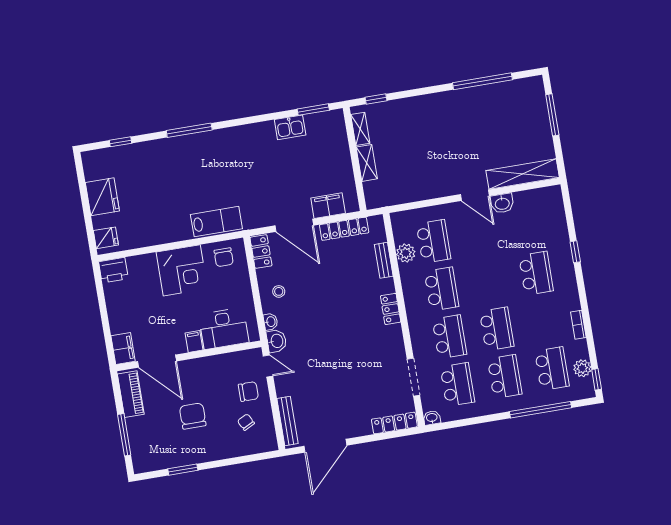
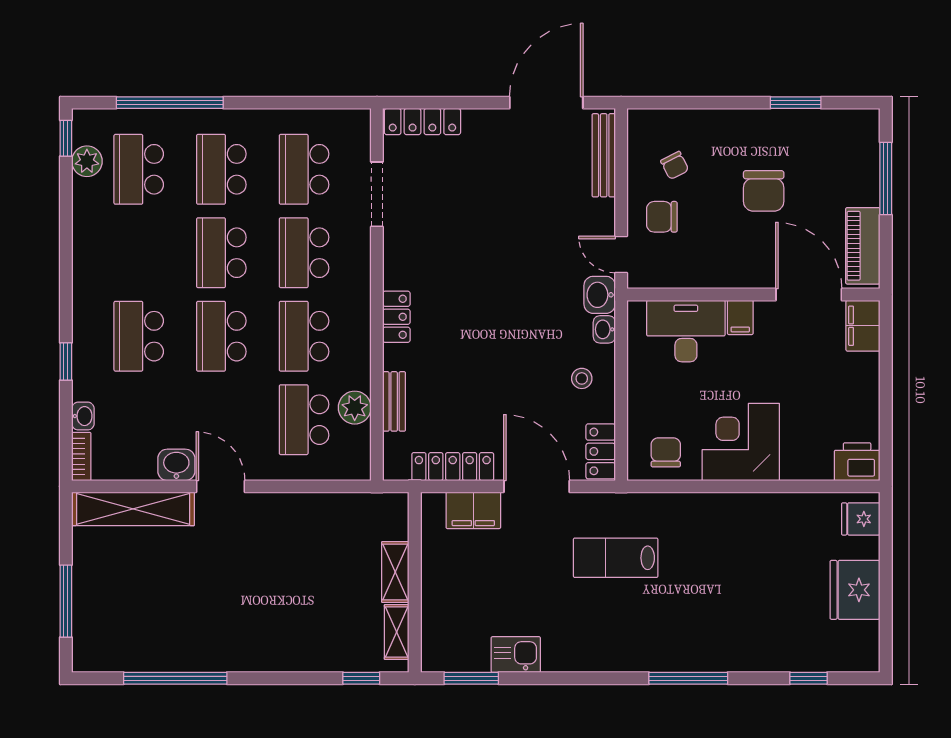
lab bench: (216, 222) -> (616, 558), moved
school desk: (489, 281) -> (221, 336), added
bookcase: (578, 325) -> (81, 456), moved
washbasin: (432, 418) -> (83, 416), moved, turned -90

